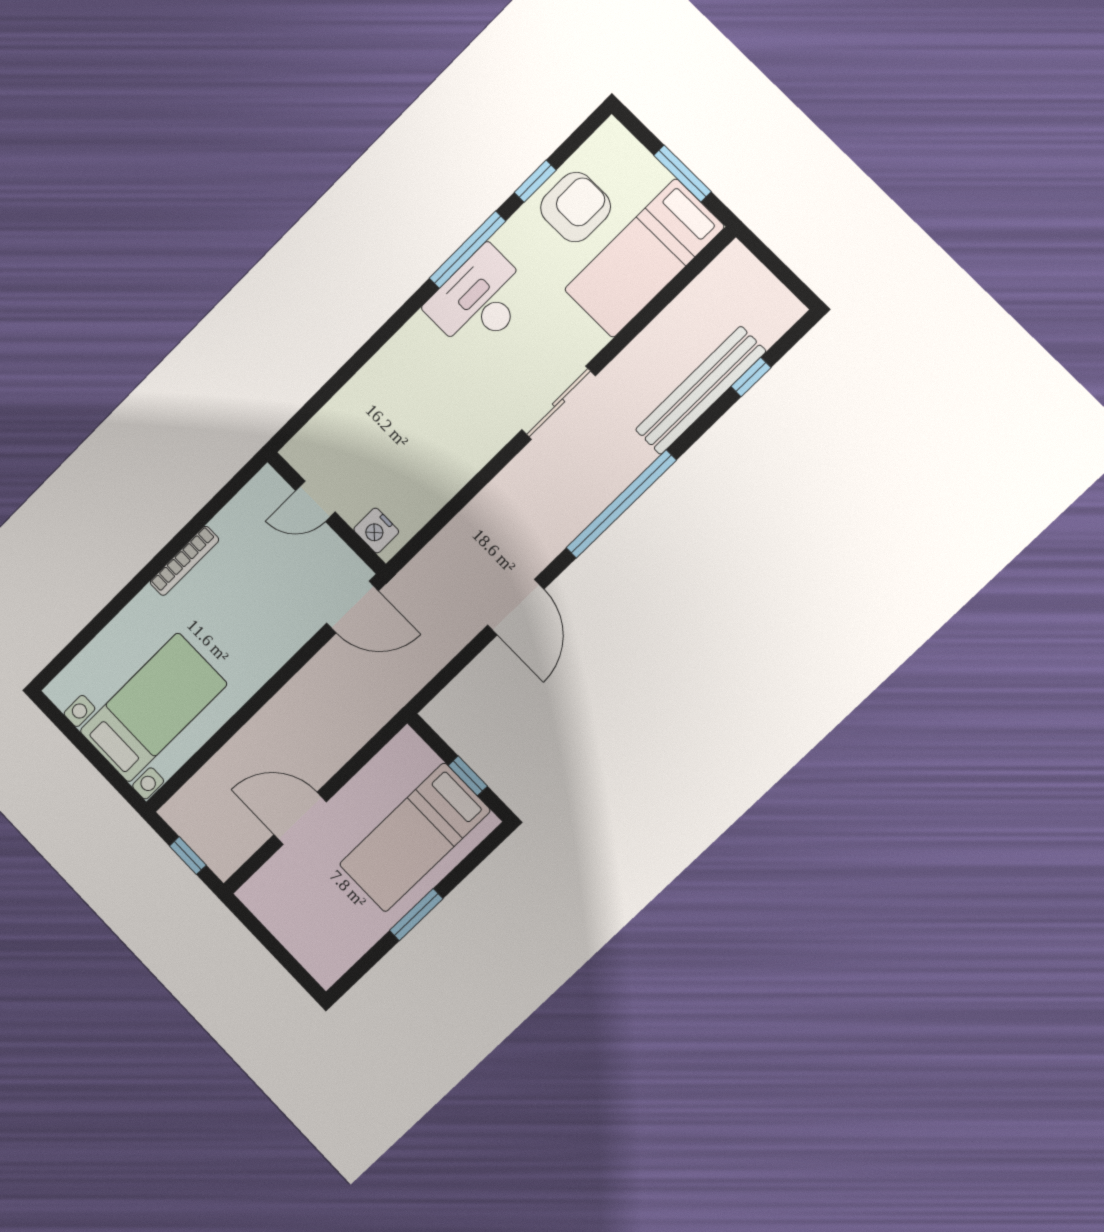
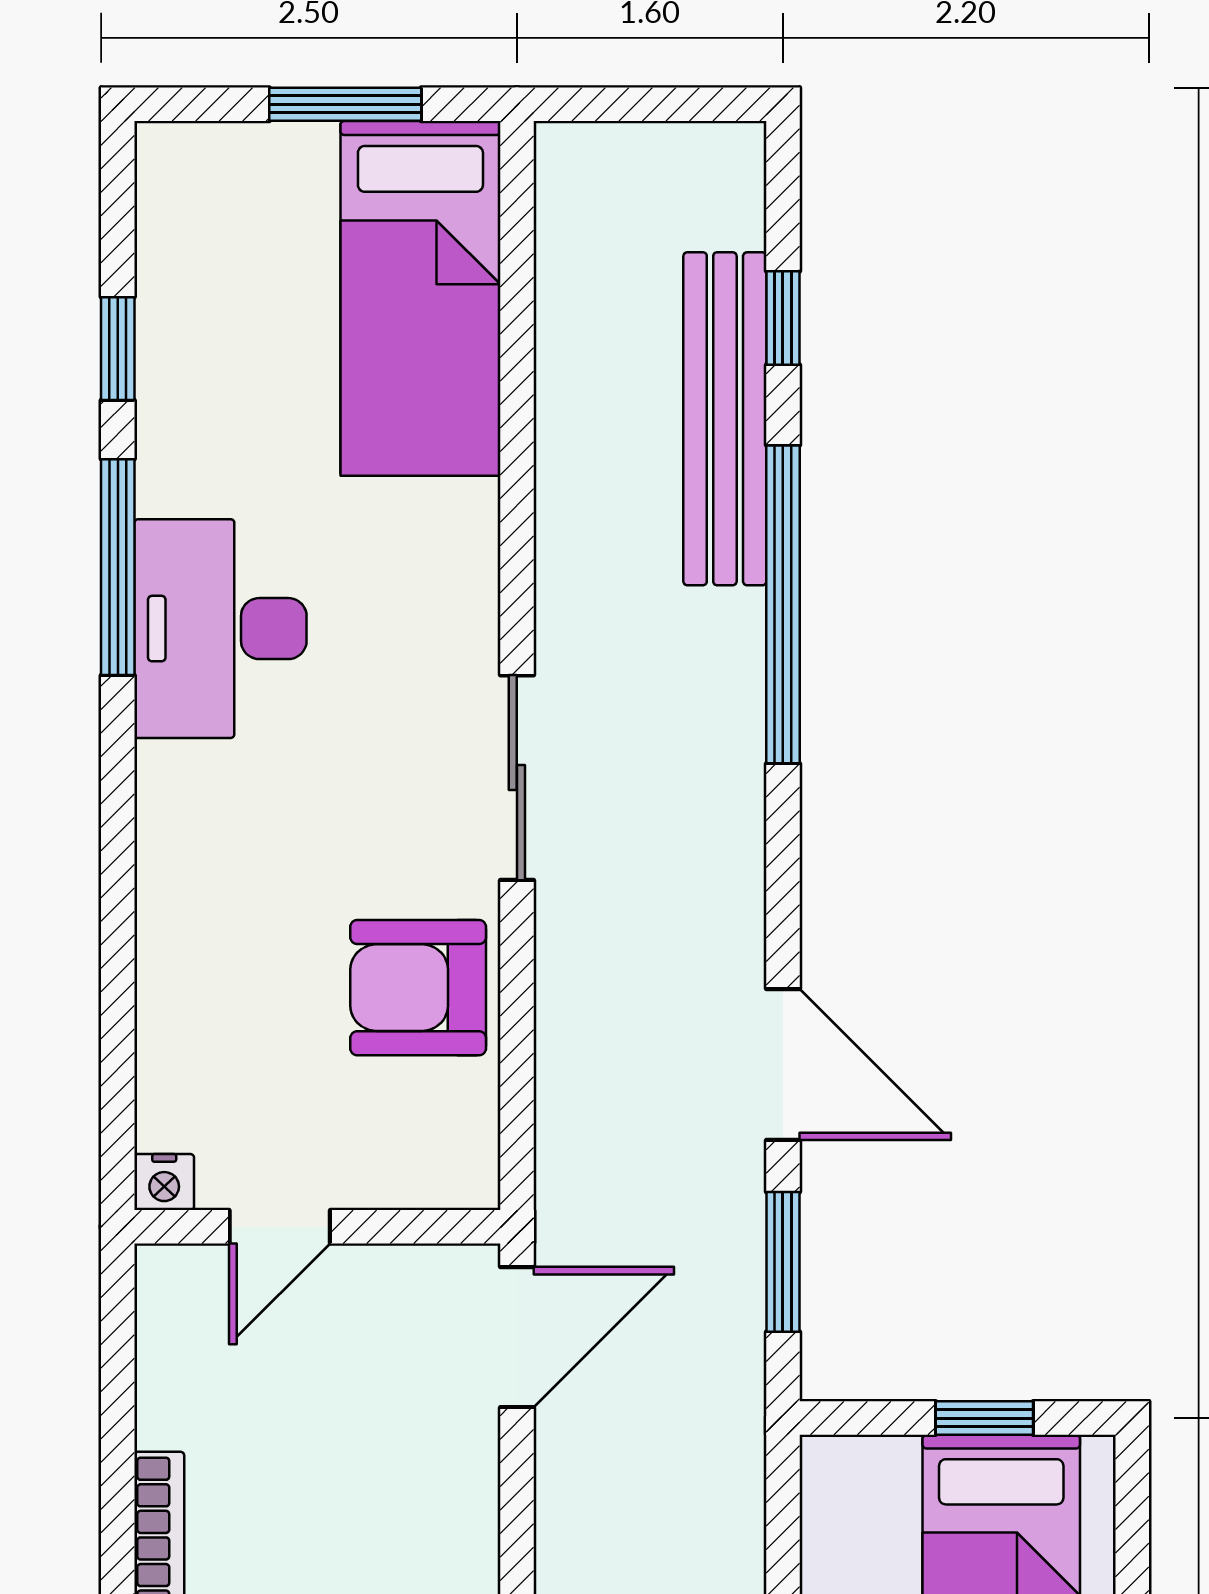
armchair: (575, 207) -> (418, 988), moved, turned -90
sliding door: (558, 403) -> (517, 778), moved
window: (621, 504) -> (783, 604), moved
nightstand: (376, 530) -> (164, 1182), moved, width x0.72, depth x0.74
window: (455, 667) -> (783, 1262), added

